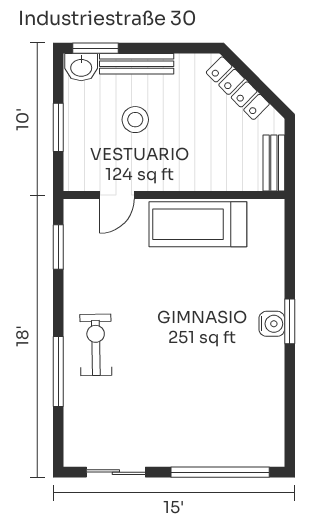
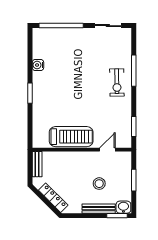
water cooler: (272, 324) -> (38, 65), moved

